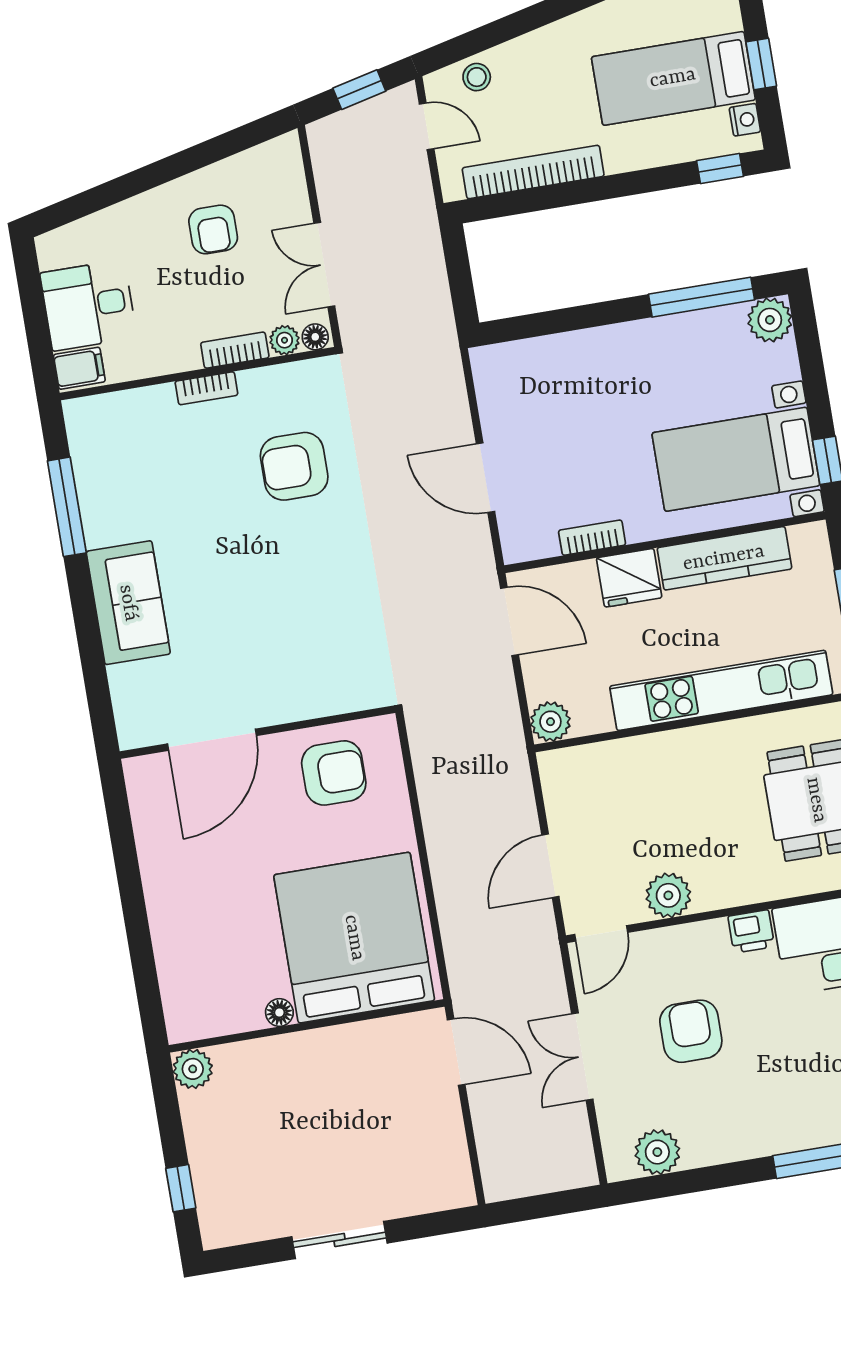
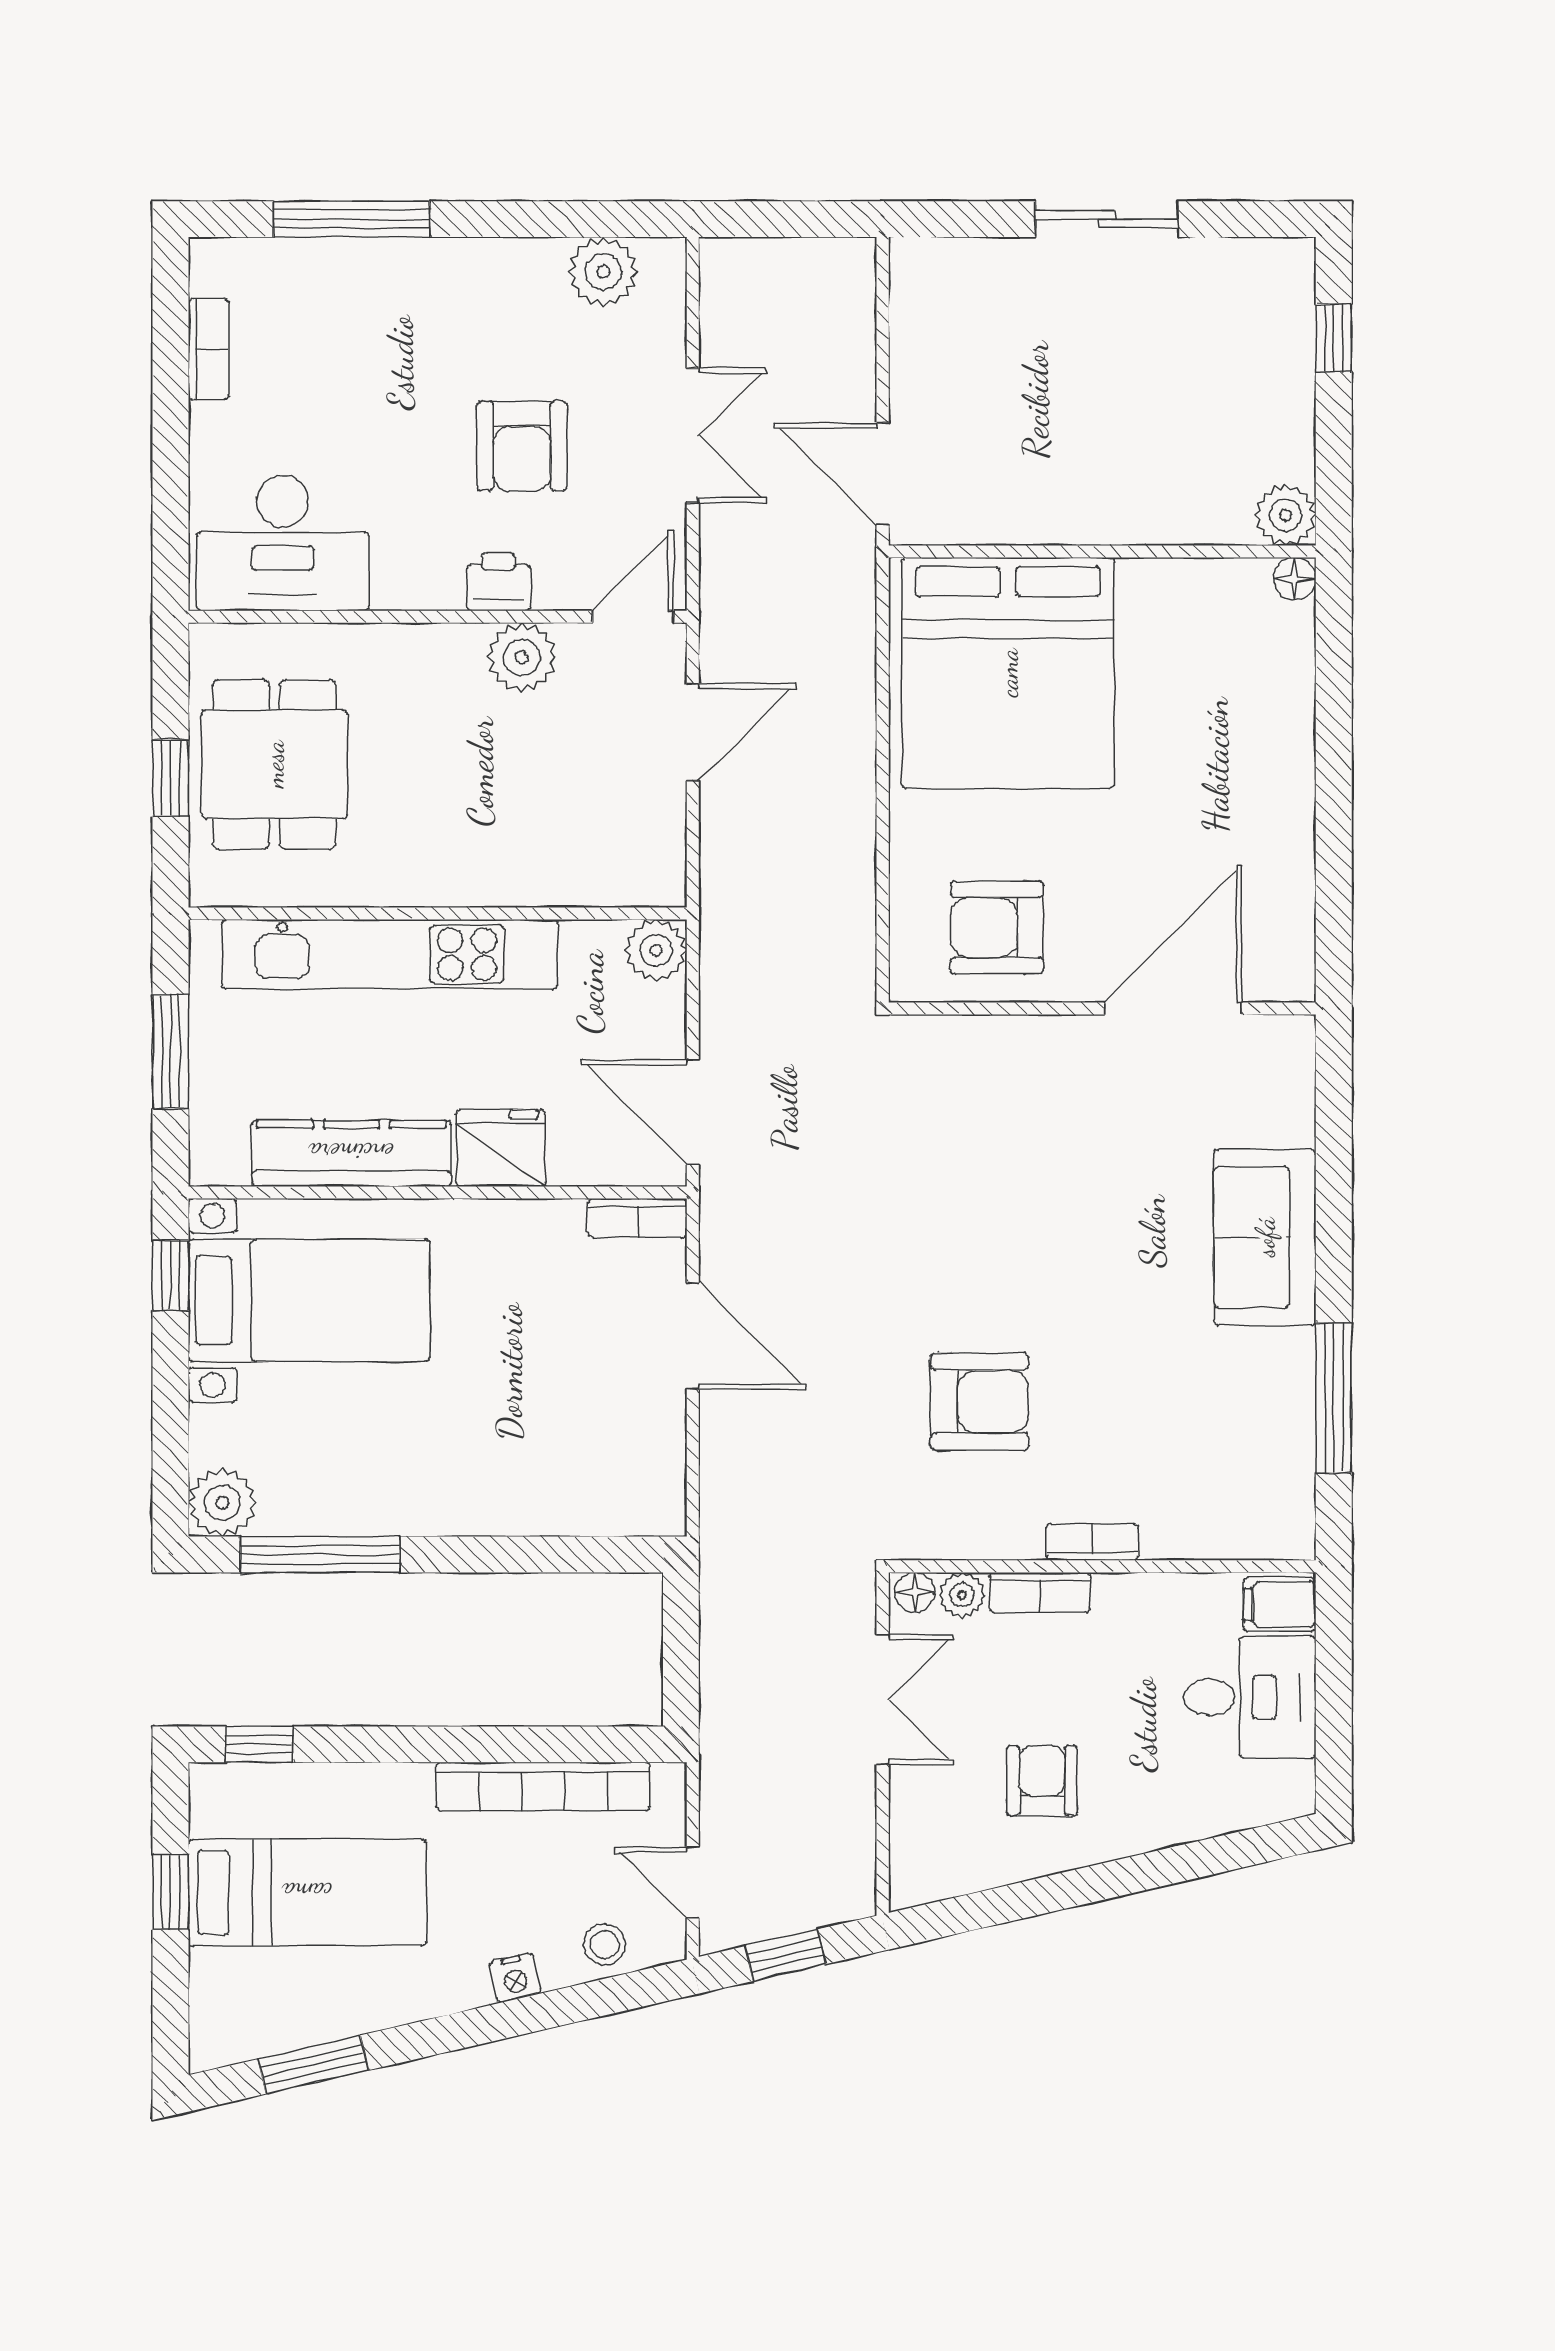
nightstand: (745, 120) -> (515, 1978), moved, turned -103
bookcase: (592, 538) -> (638, 1218), moved
printer: (751, 931) -> (499, 582), moved
floor lamp: (279, 1012) -> (1295, 579), moved

